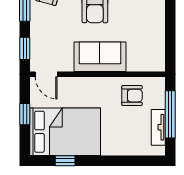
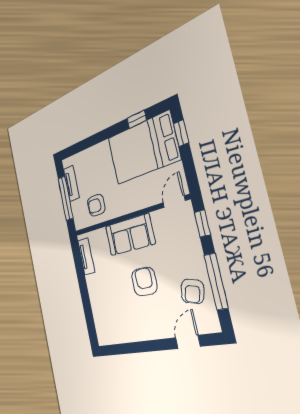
tv unit: (158, 48) -> (86, 256), added
door: (46, 74) -> (174, 202), hinge flipped
window: (25, 114) -> (181, 133), moved

